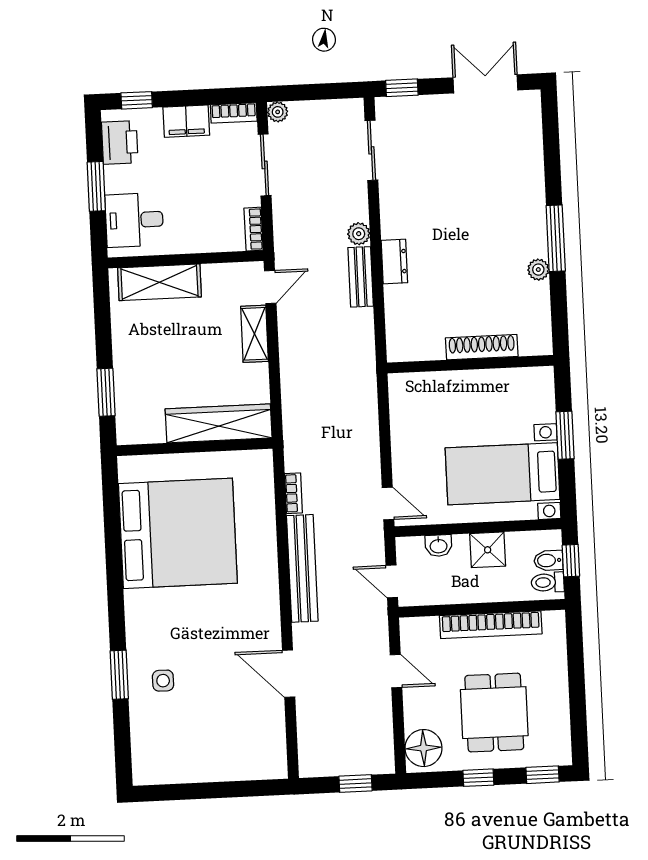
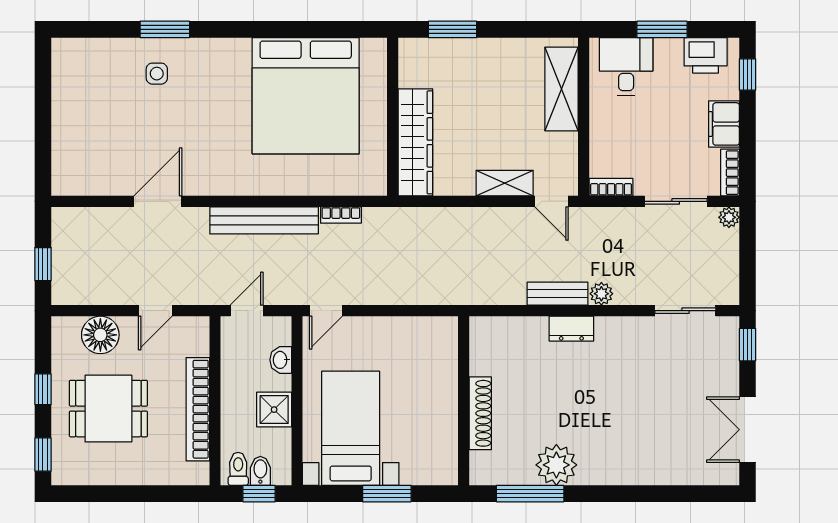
double door: (485, 84) -> (748, 430), swing flipped
window: (556, 238) -> (530, 494), moved
plant: (538, 270) -> (556, 465), width x1.88, depth x1.88
floor lamp: (423, 748) -> (100, 335), moved

